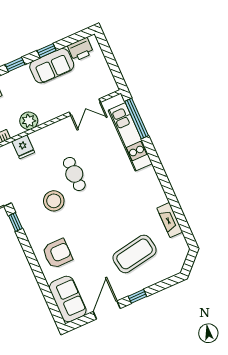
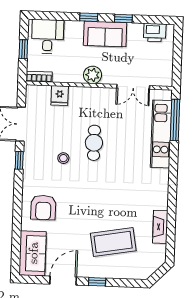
sofa: (52, 66) -> (105, 34), moved
plant: (29, 121) -> (93, 75), moved
stool: (54, 201) -> (63, 158), width x0.53, depth x0.53
armchair: (57, 254) -> (43, 207), turned 90

